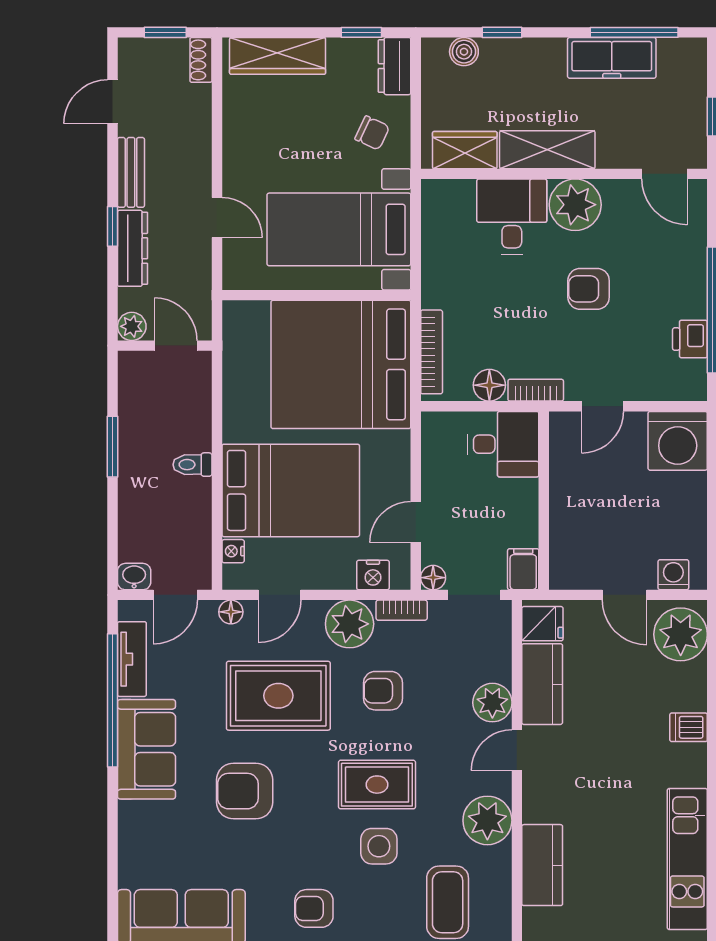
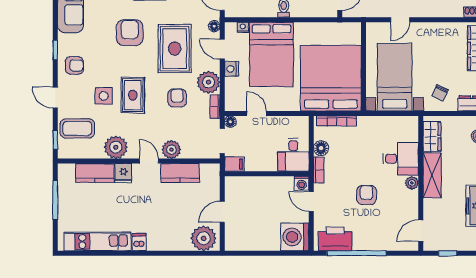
plant: (575, 205) -> (412, 183), width x0.53, depth x0.53
printer: (690, 339) -> (335, 239), width x1.87, depth x1.48
nightstand: (373, 575) -> (232, 69), moved
washing machine: (673, 575) -> (302, 183), moved, turned 90
fridge: (542, 624) -> (123, 173), moved
dishwasher: (689, 727) -> (139, 242), moved
armchair: (314, 908) -> (74, 65), turned 90

